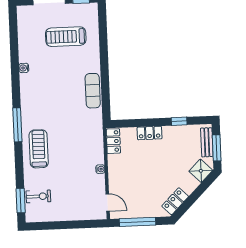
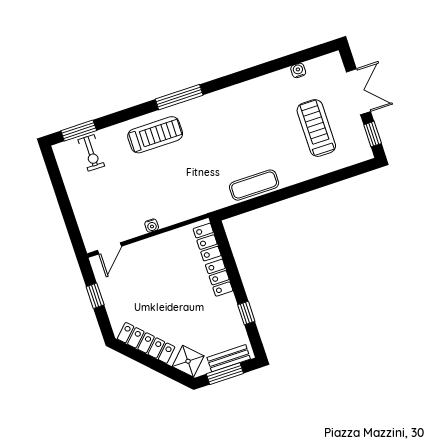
water cooler: (24, 68) -> (298, 70), moved
locker: (113, 141) -> (207, 242), moved, turned 90
locker: (175, 201) -> (146, 343), width x1.53
window: (137, 222) -> (95, 296), width x0.46

